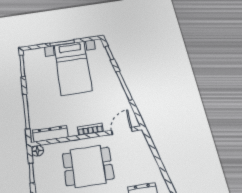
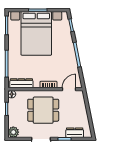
bed with nightstands: (73, 68) -> (36, 33), width x1.36

